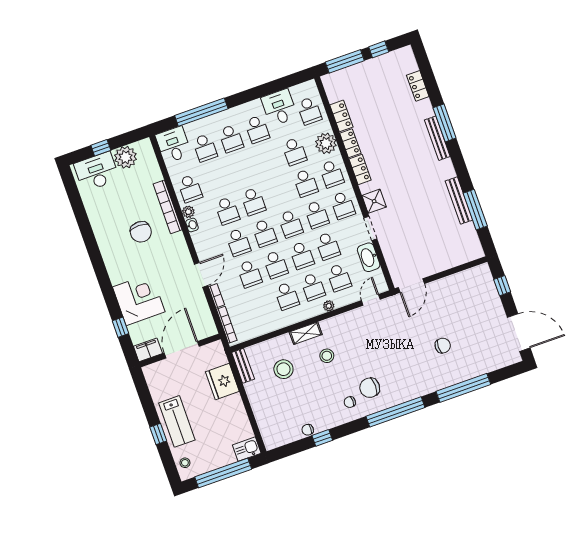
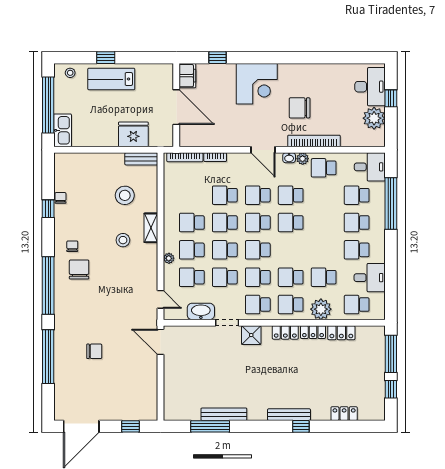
window: (445, 123) -> (301, 426), width x0.46
door: (201, 275) -> (263, 150), moved
corner desk: (139, 299) -> (257, 84), moved
chair: (443, 346) -> (94, 351), turned -90
kitchen sink: (247, 449) -> (63, 130), width x1.38

